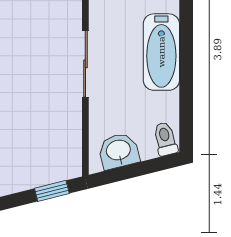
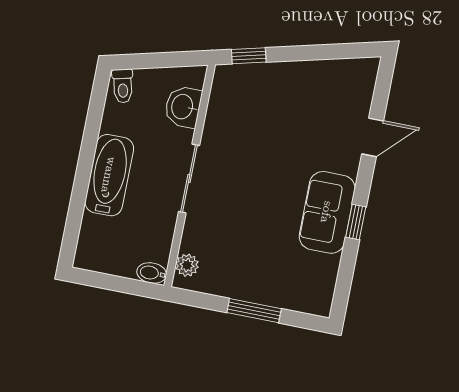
washbasin: (119, 151) -> (183, 107), moved, turned 104

